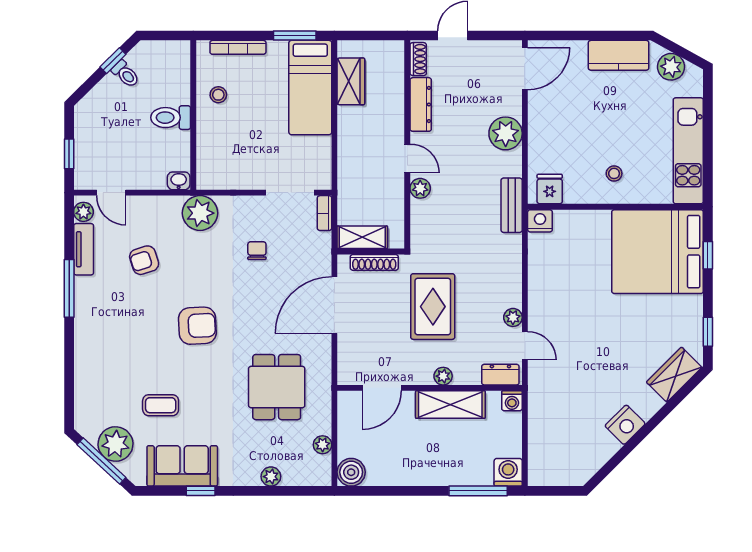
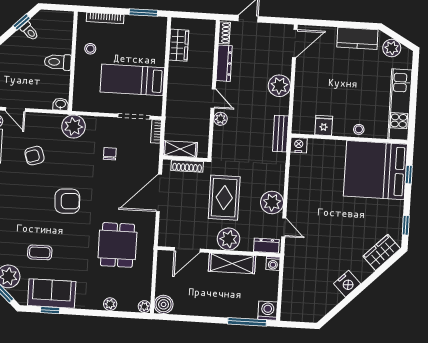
bed: (310, 88) -> (132, 80), moved, turned 90
stool: (614, 173) -> (359, 129), moved
fridge: (550, 189) -> (324, 125), moved
plant: (513, 317) -> (272, 202), width x1.87, depth x1.87
plant: (443, 376) -> (229, 239), width x1.87, depth x1.87
plant: (323, 445) -> (144, 307), moved
window: (201, 491) -> (50, 310), moved

